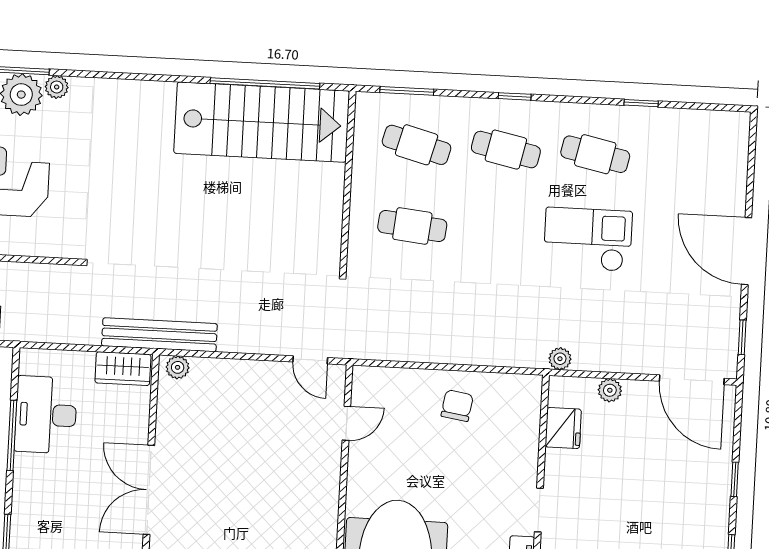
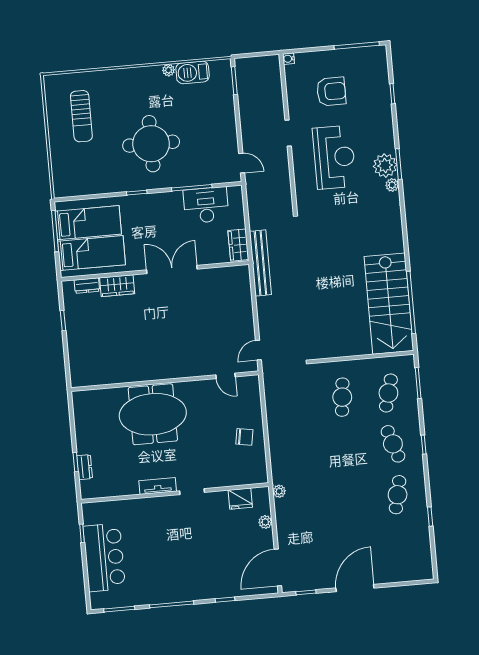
cafe table: (506, 150) -> (393, 444), turned -30
checkout: (588, 239) -> (349, 497), removed
plant: (178, 367) -> (243, 276), removed

